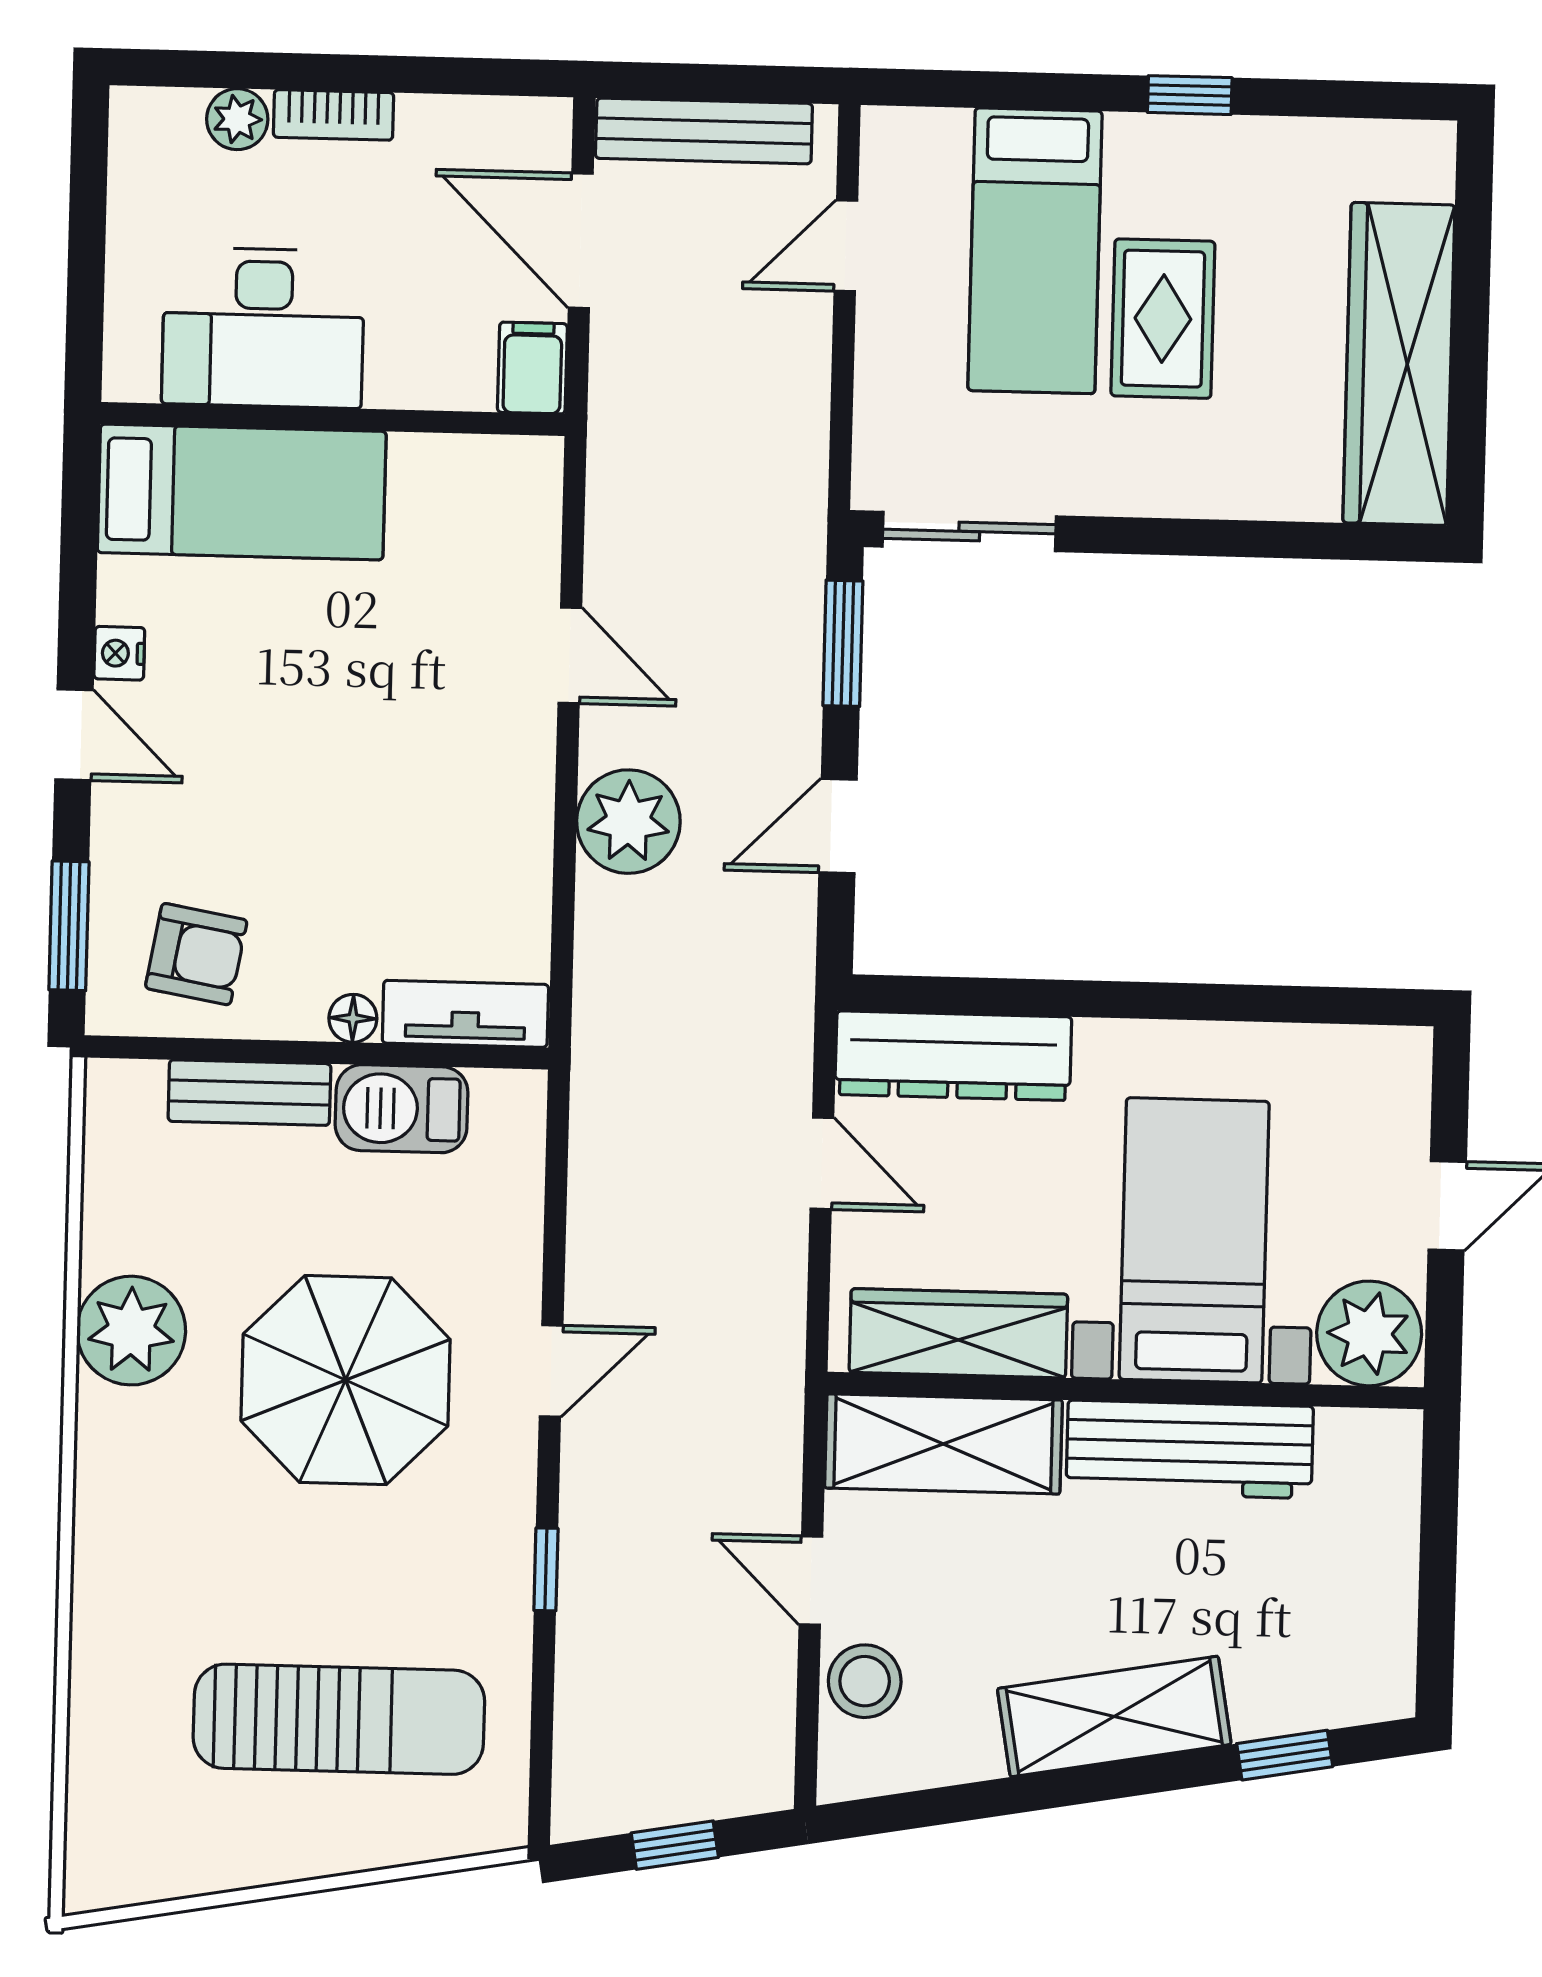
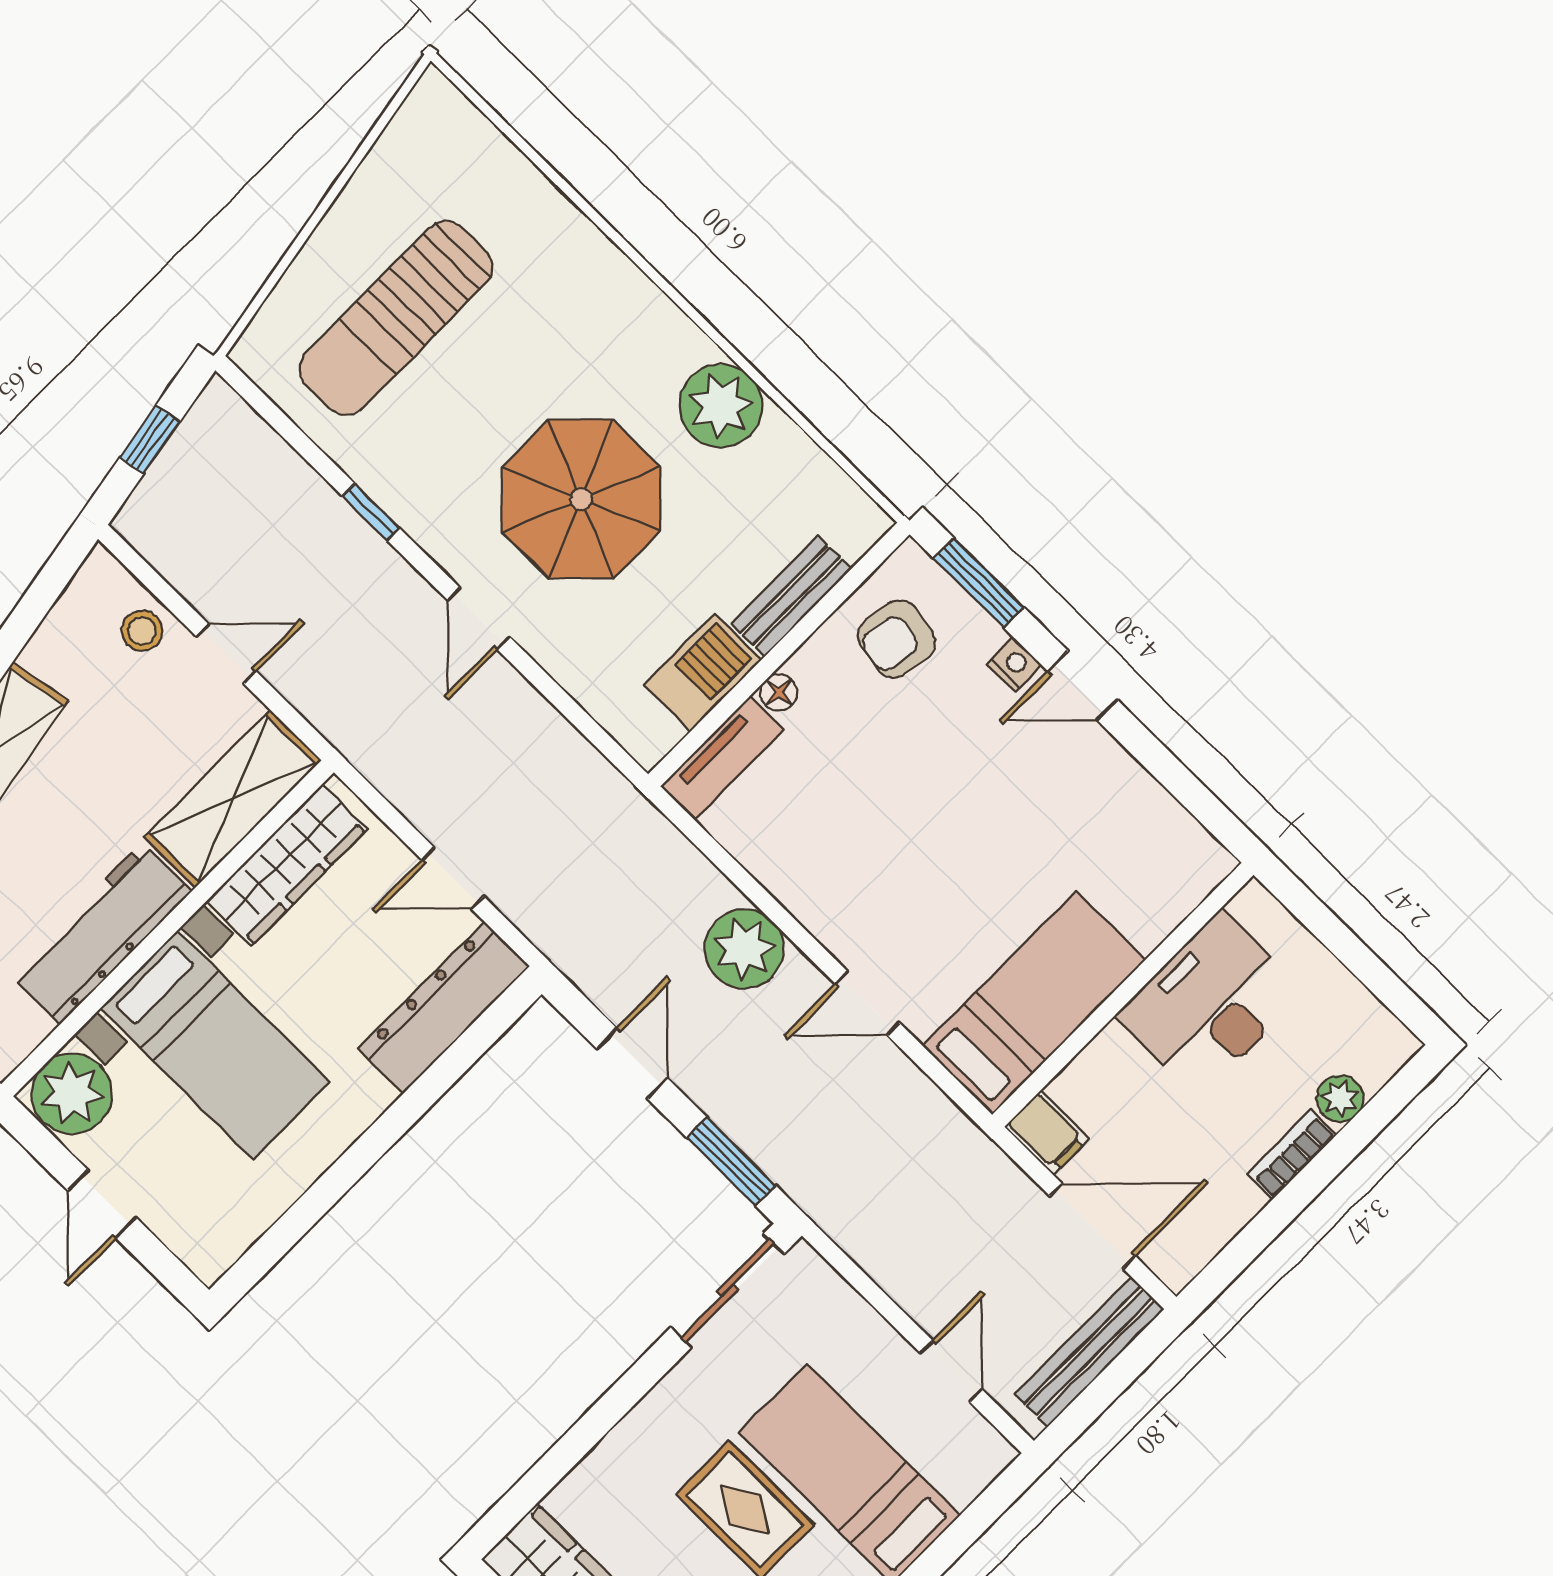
bed: (242, 492) -> (1034, 1003), moved, turned 180
nightstand: (119, 653) -> (1014, 665), moved
stool: (865, 1681) -> (142, 631), width x0.73, depth x0.73

